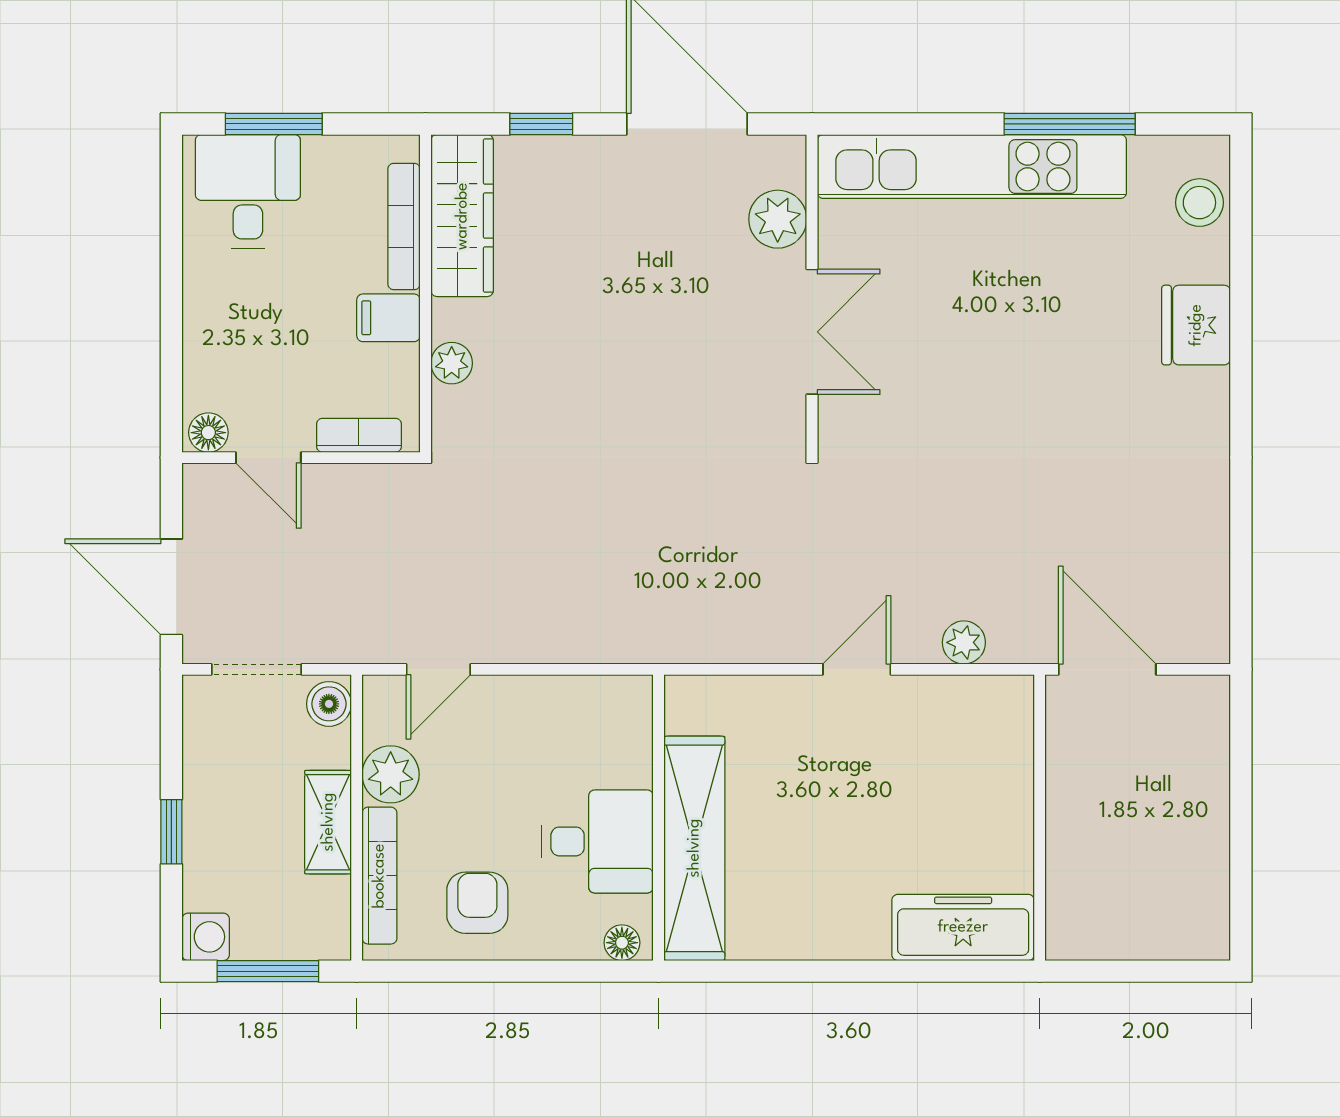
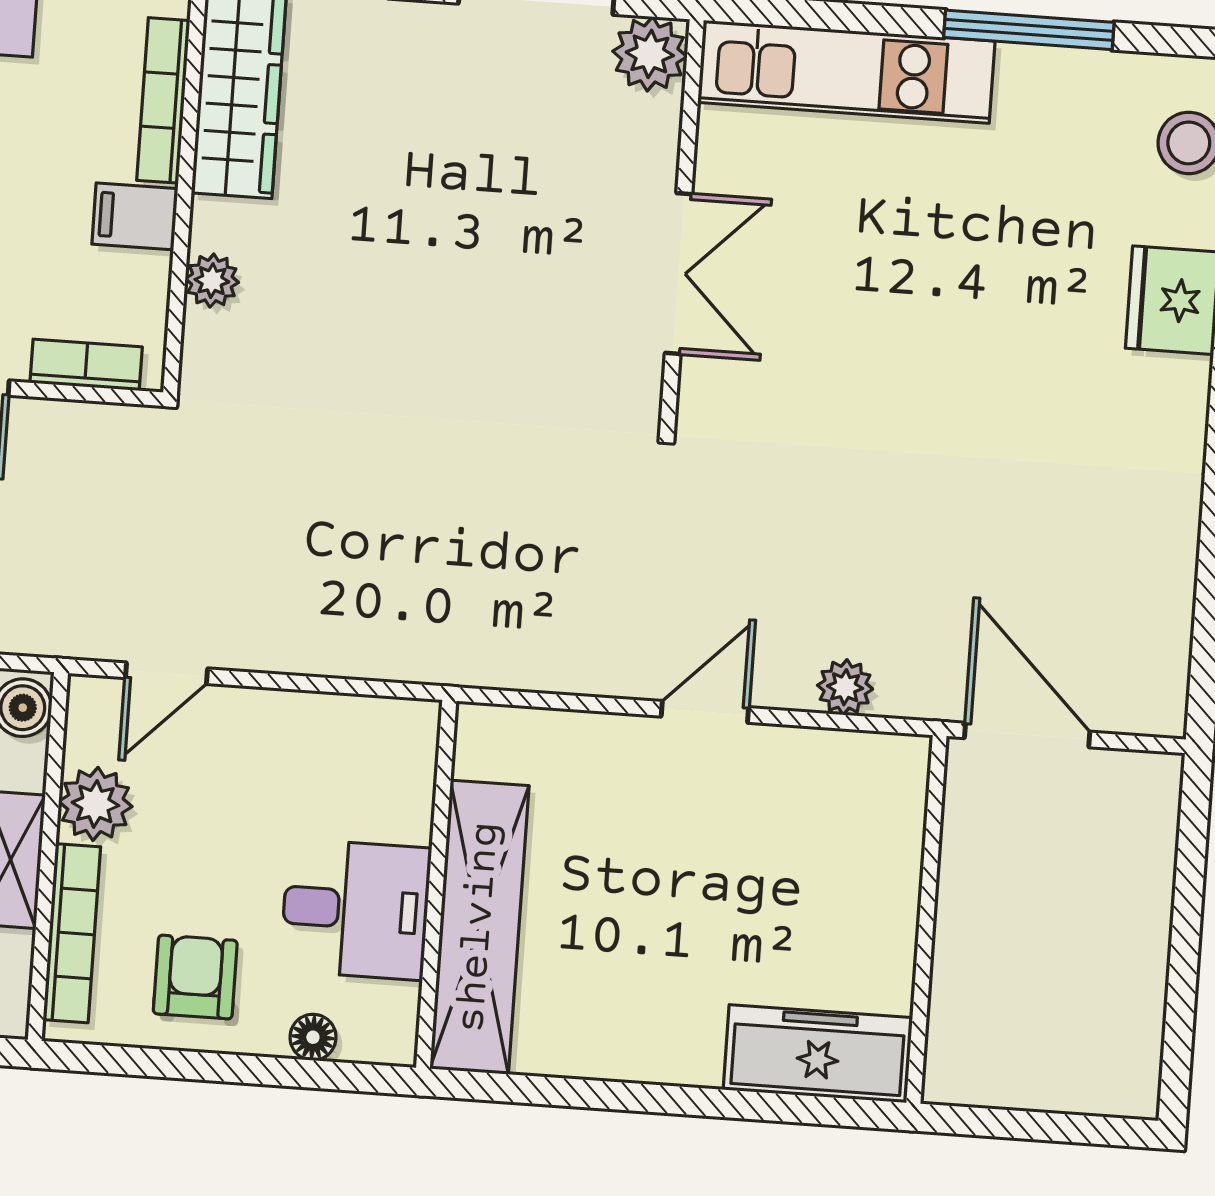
kitchen unit: (972, 167) -> (846, 72), width x0.73
plant: (778, 219) -> (650, 54), moved
floor lamp: (622, 943) -> (313, 1037), moved

